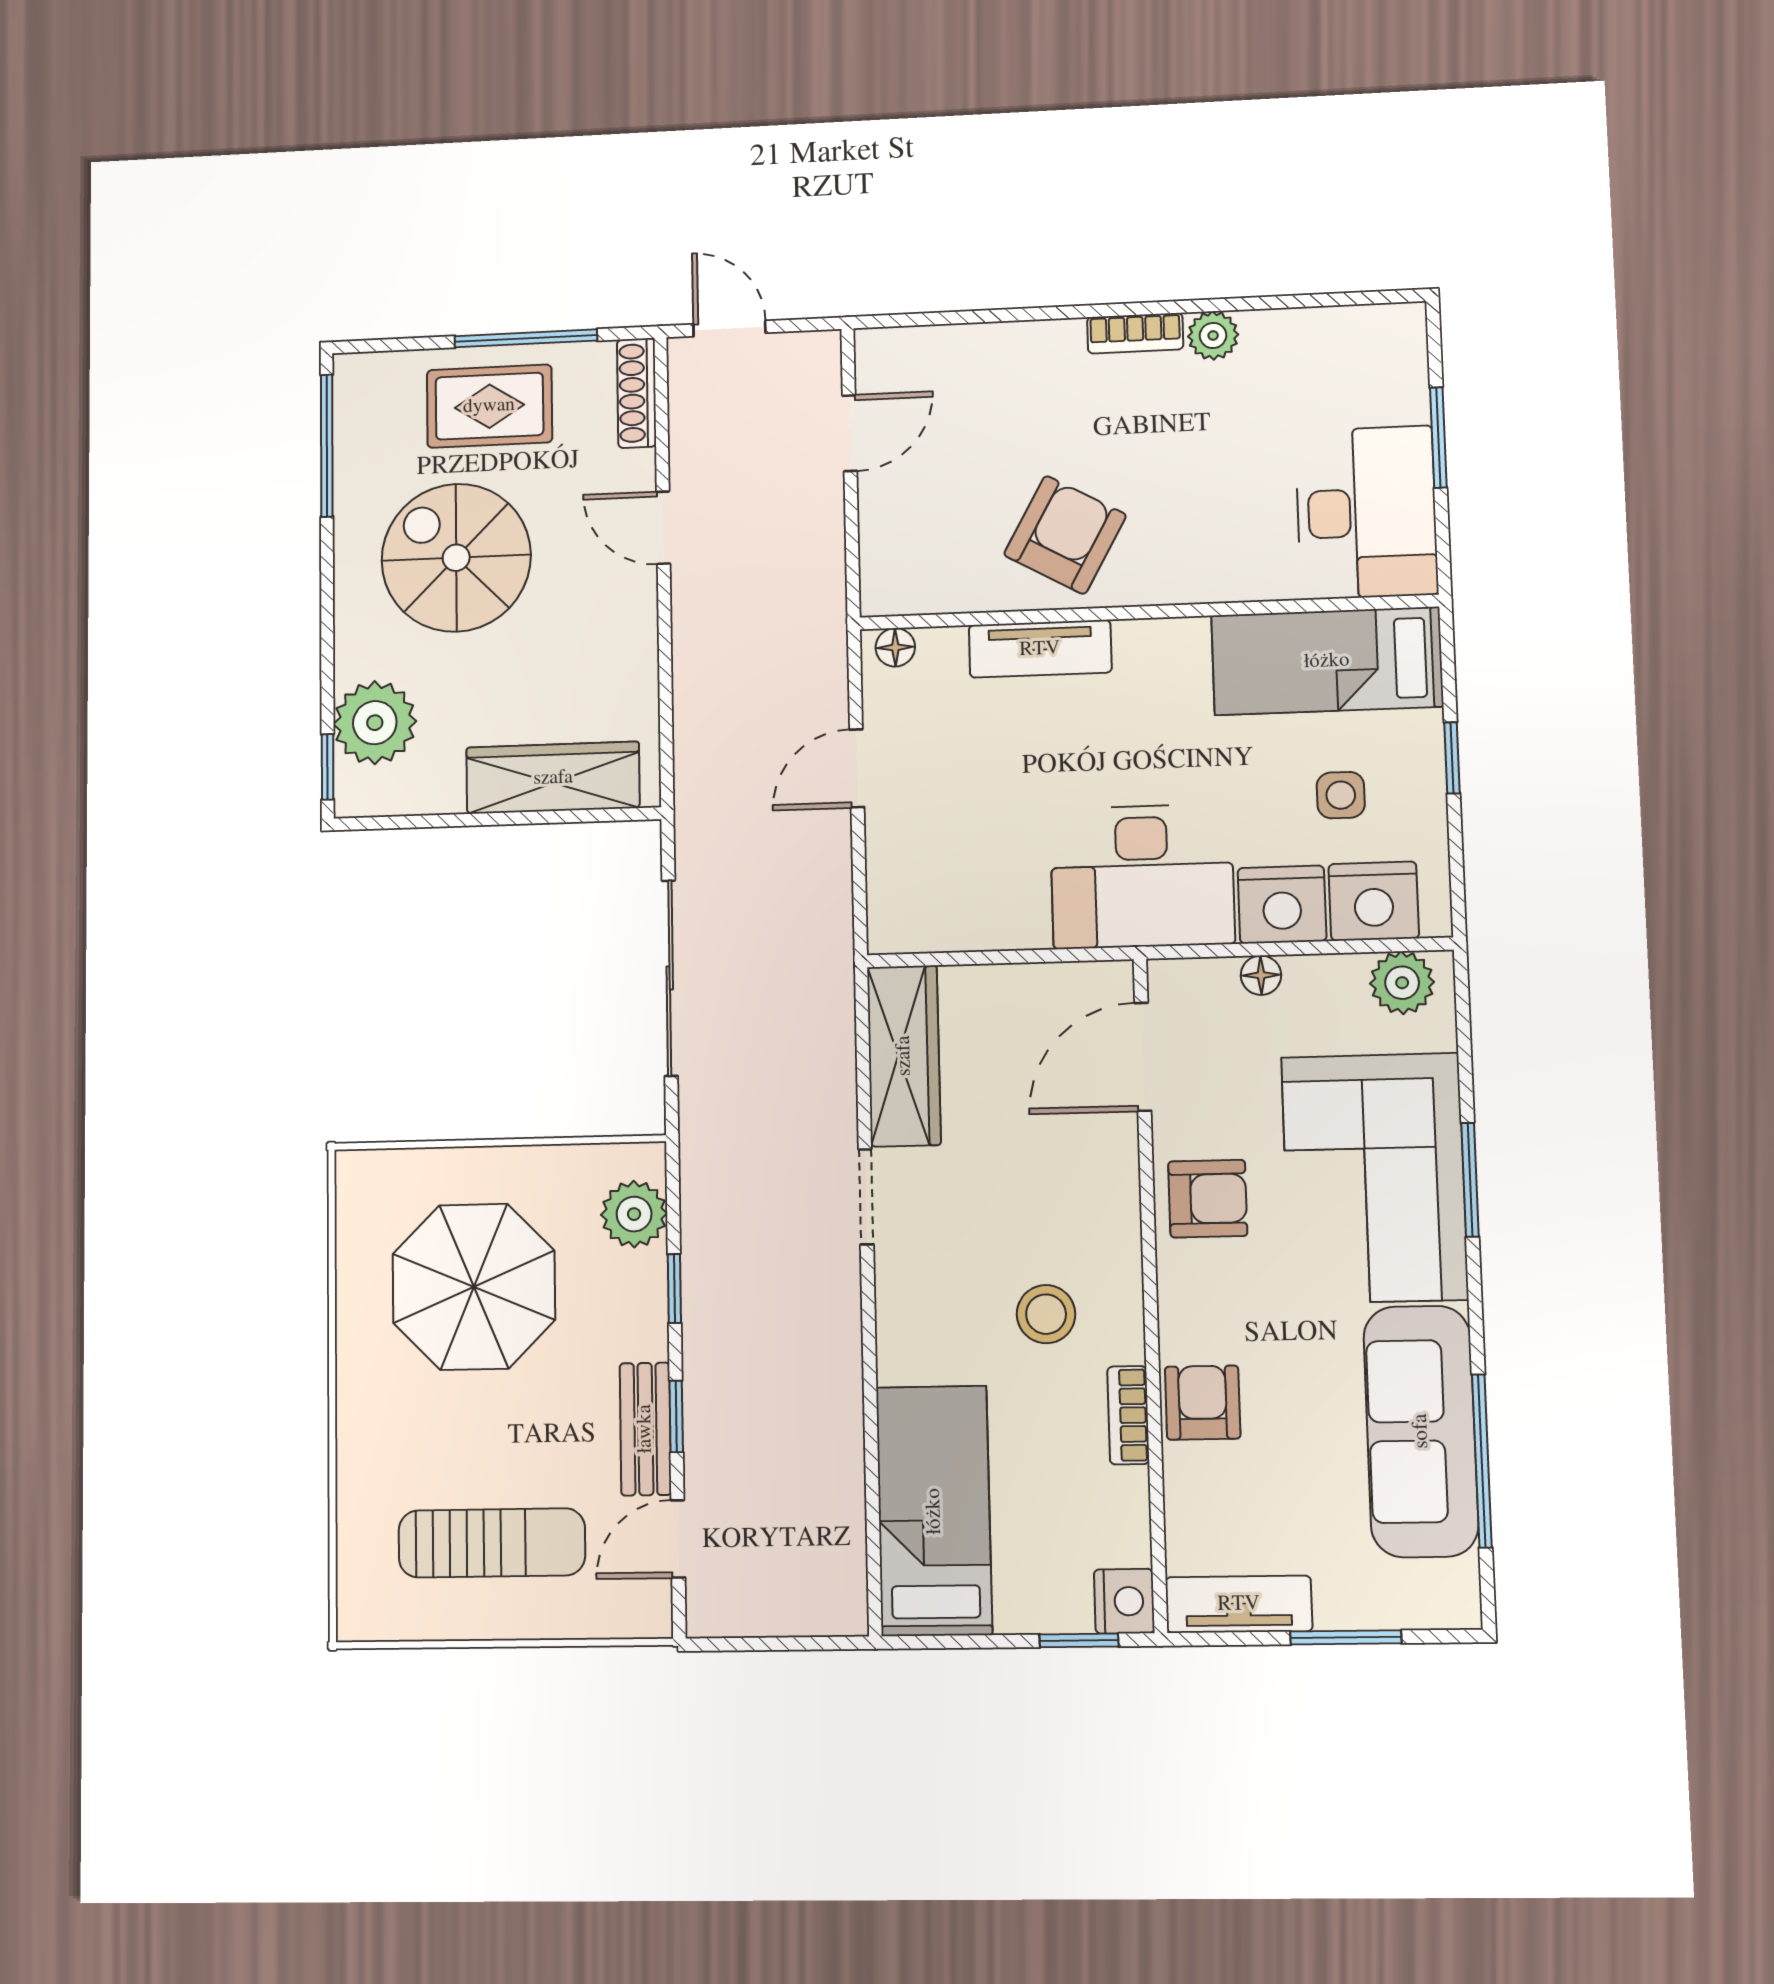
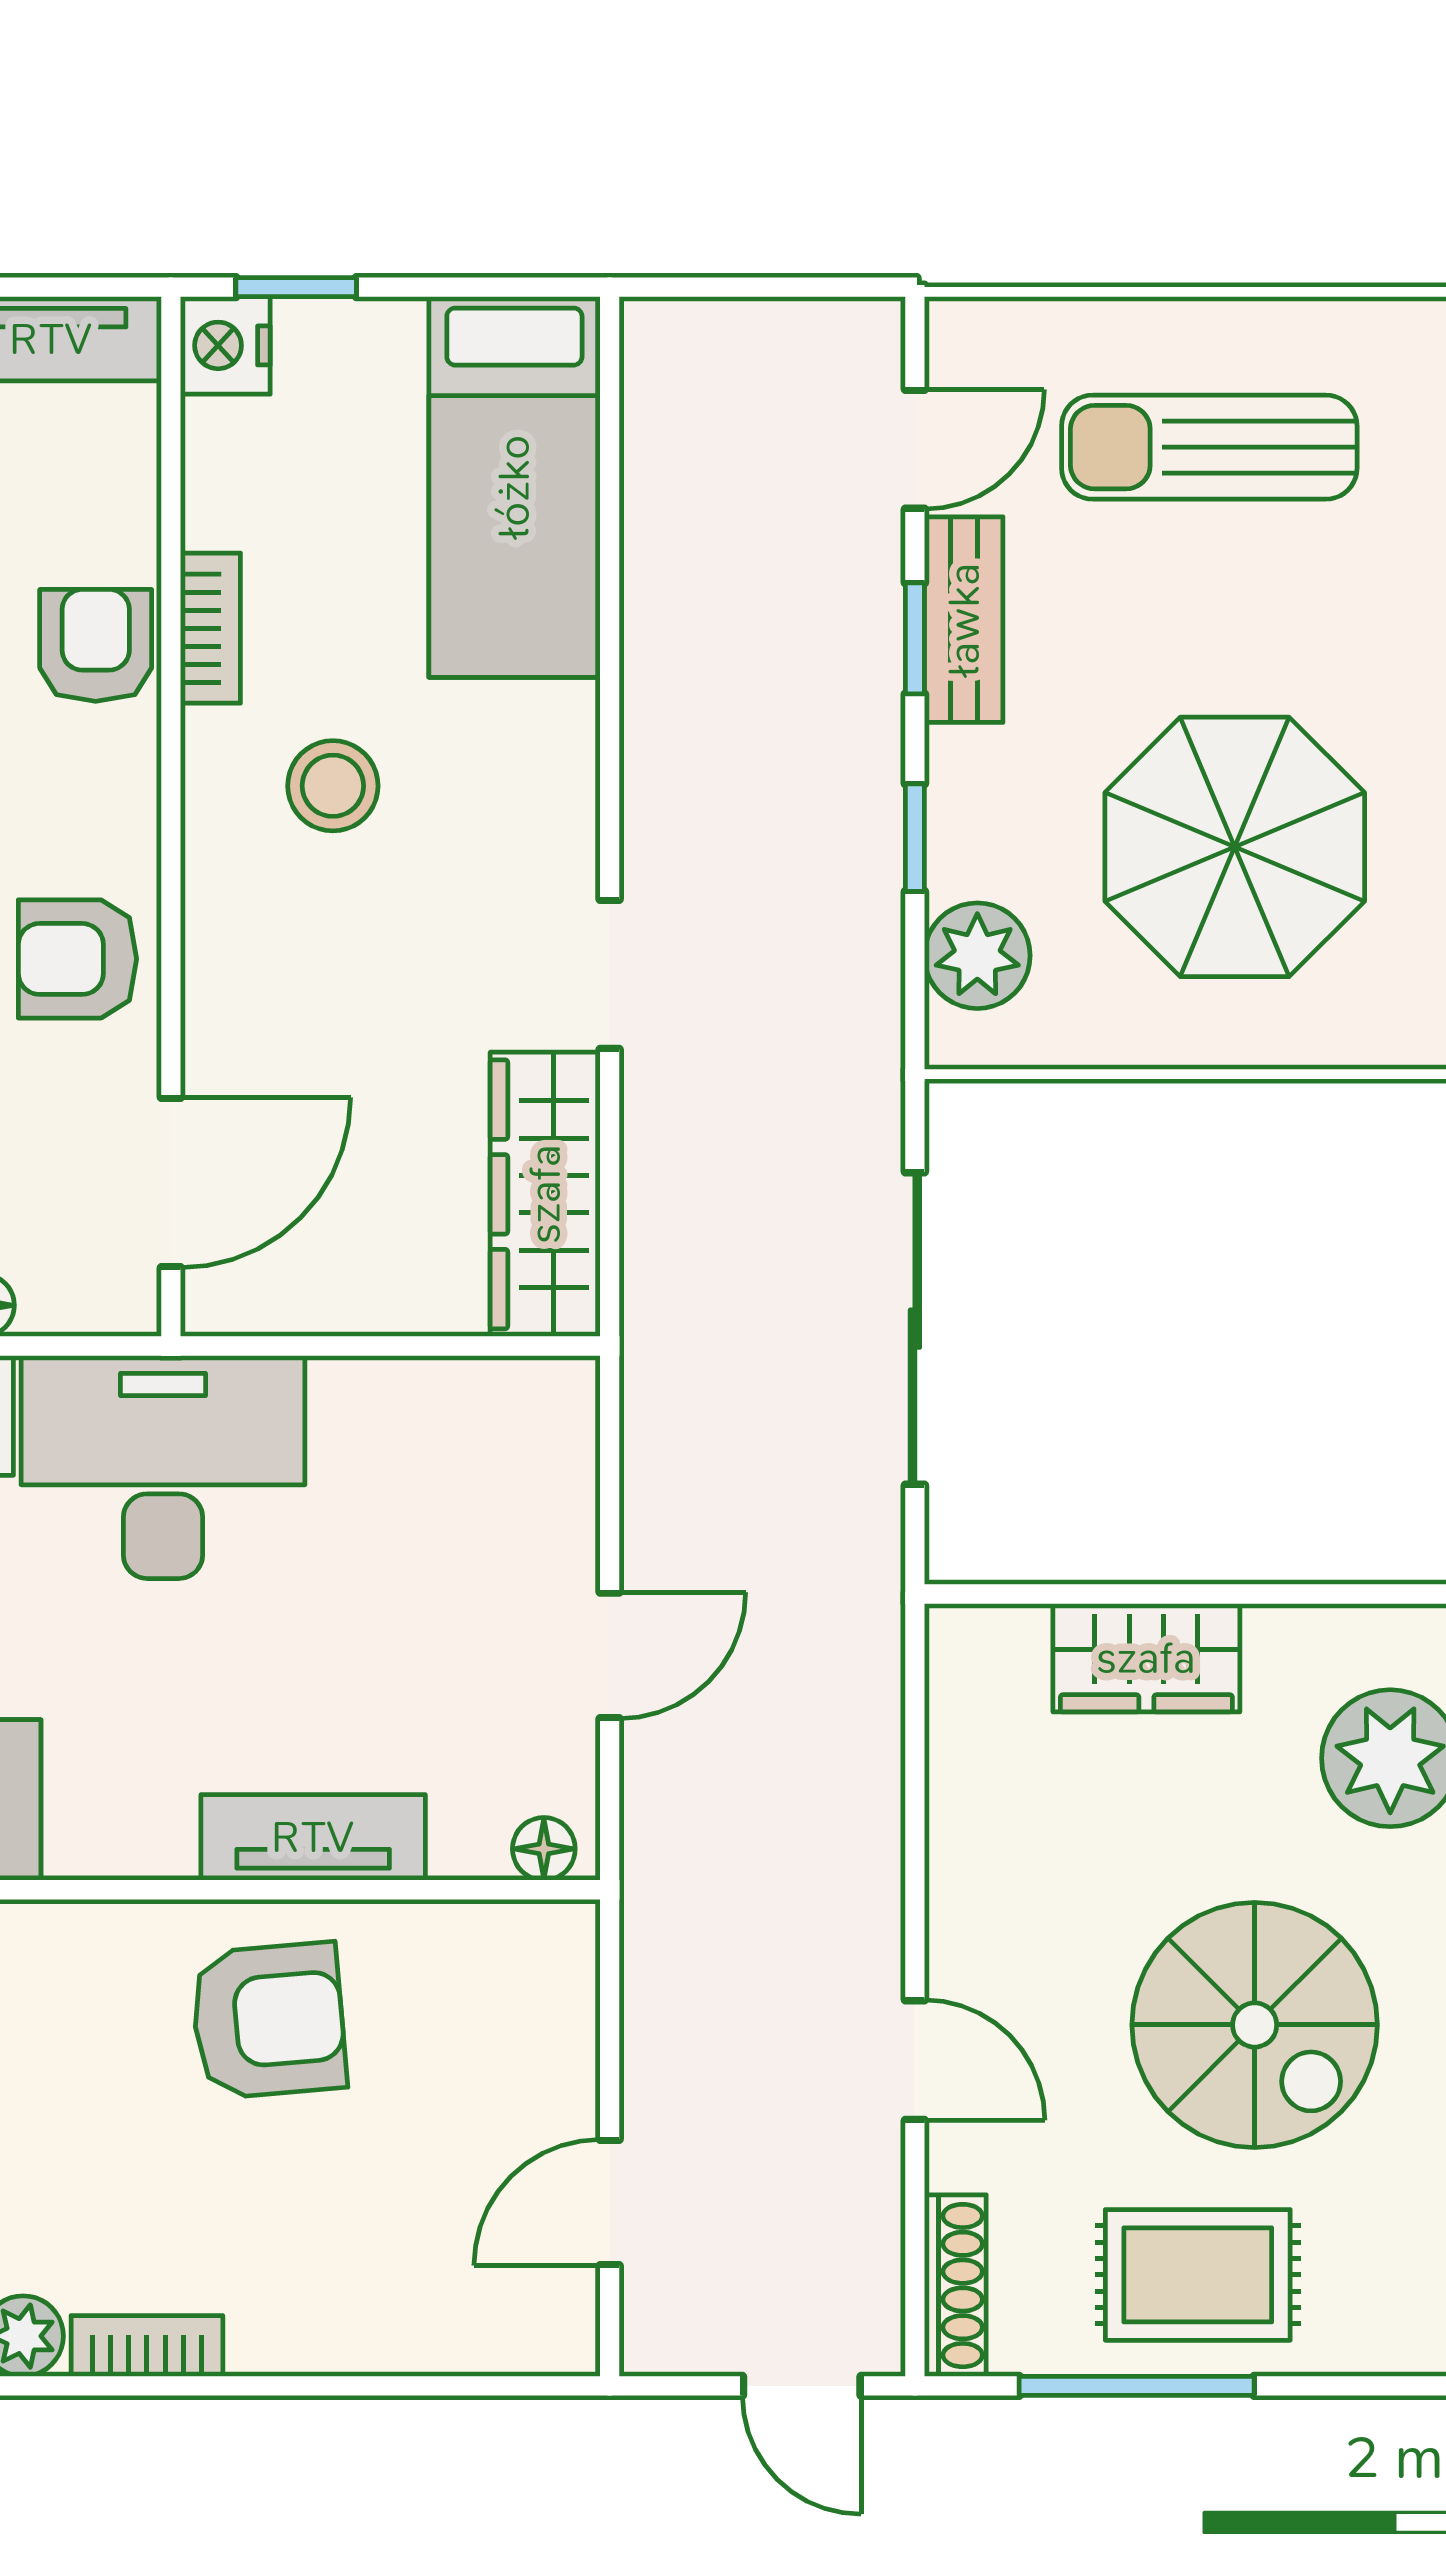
armchair: (1065, 535) -> (268, 2021), turned -124
wardrobe: (553, 778) -> (1146, 1658), width x0.67
armchair: (1203, 1403) -> (96, 645), turned 180

